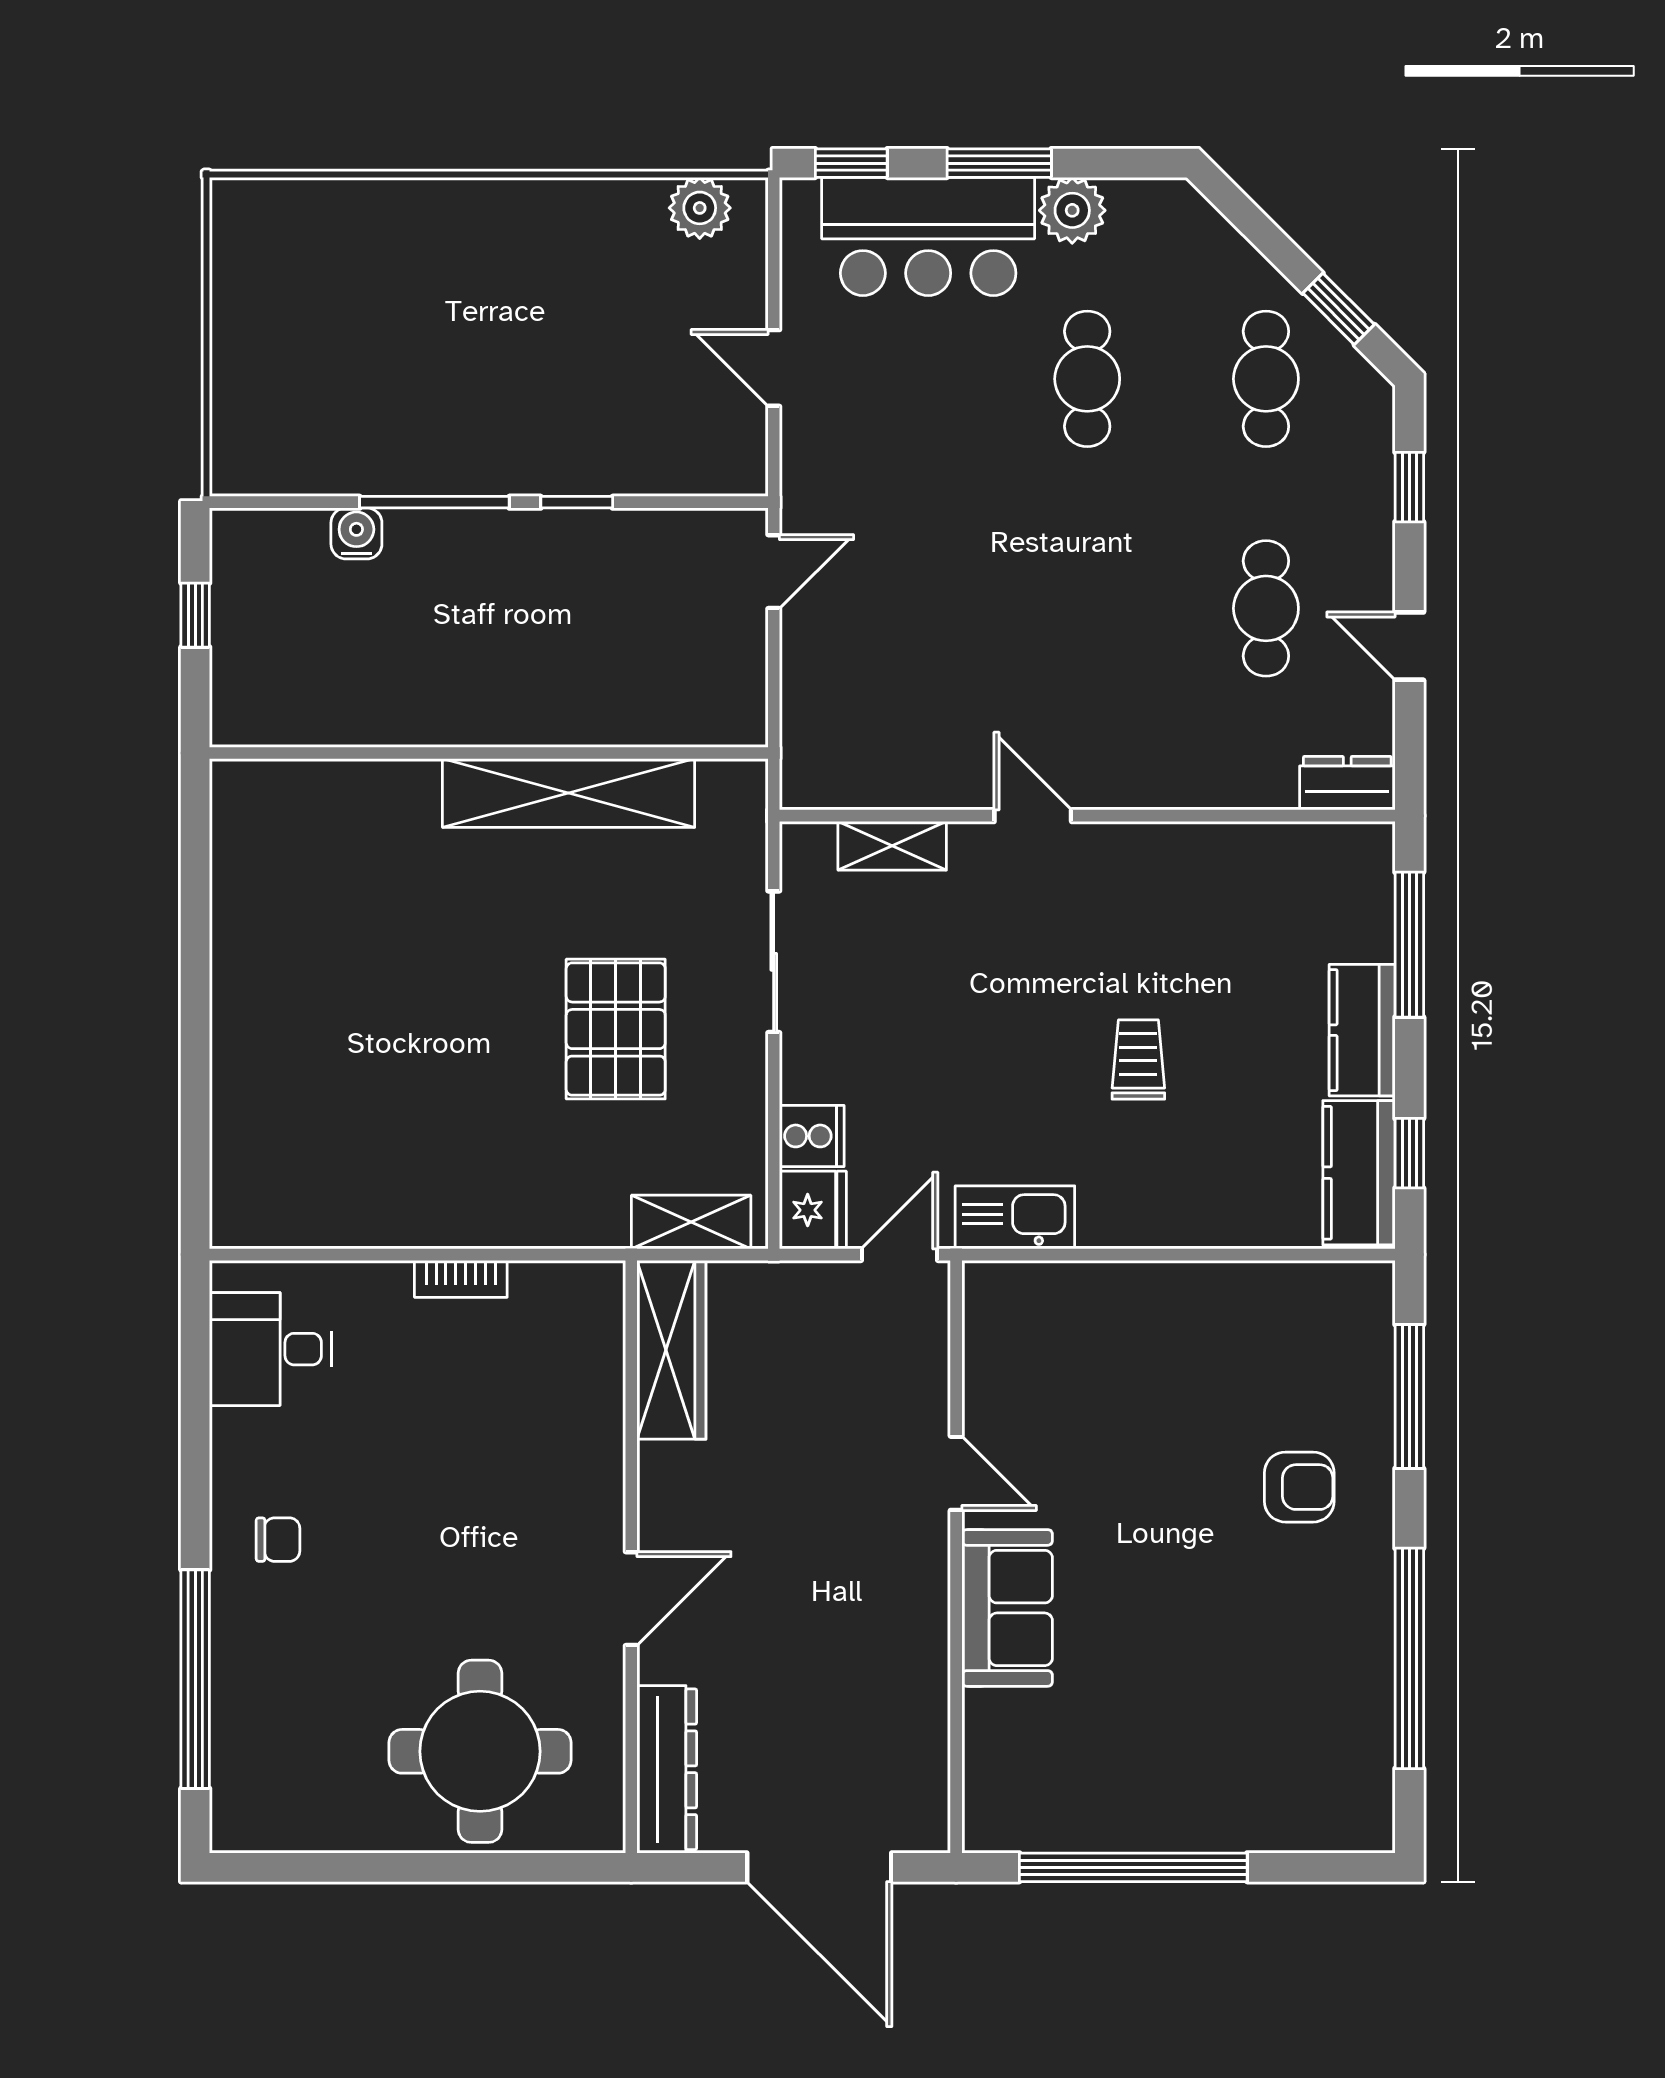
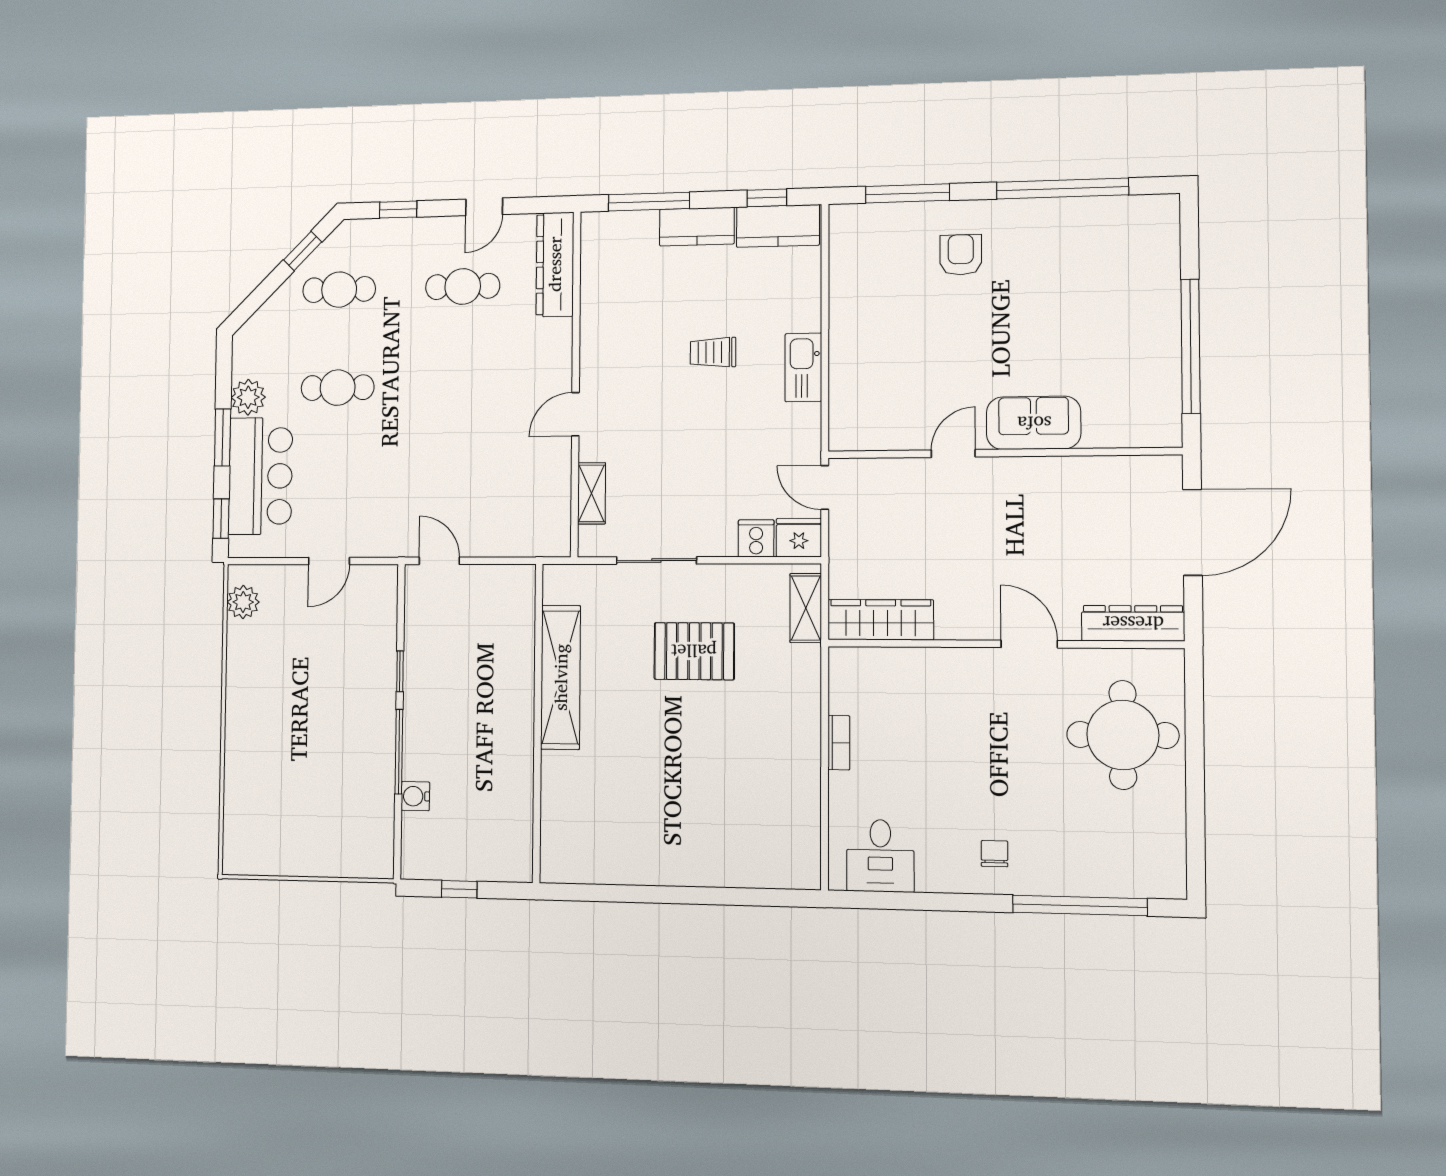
dresser: (1347, 783) -> (555, 264), width x1.96, depth x1.24
kitchen sink: (1015, 1217) -> (803, 367), moved

